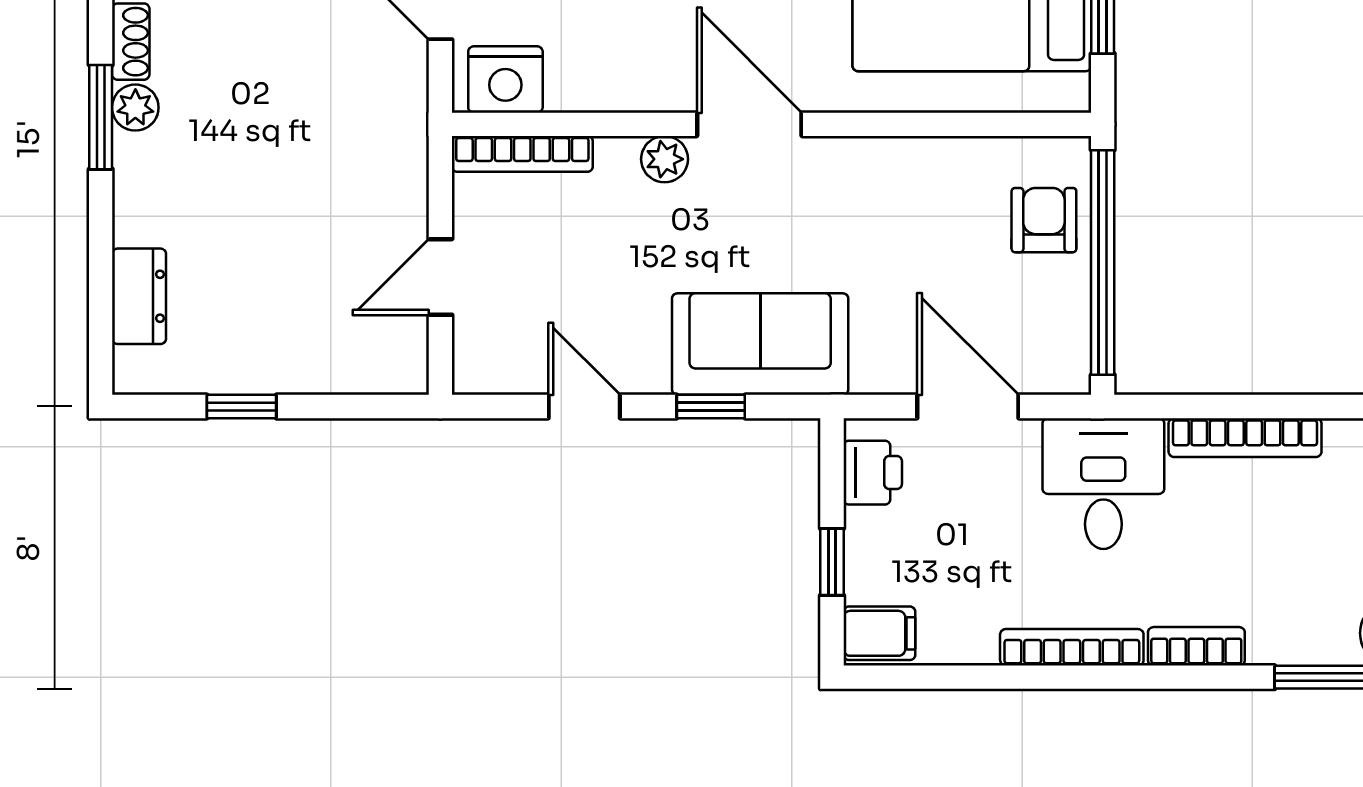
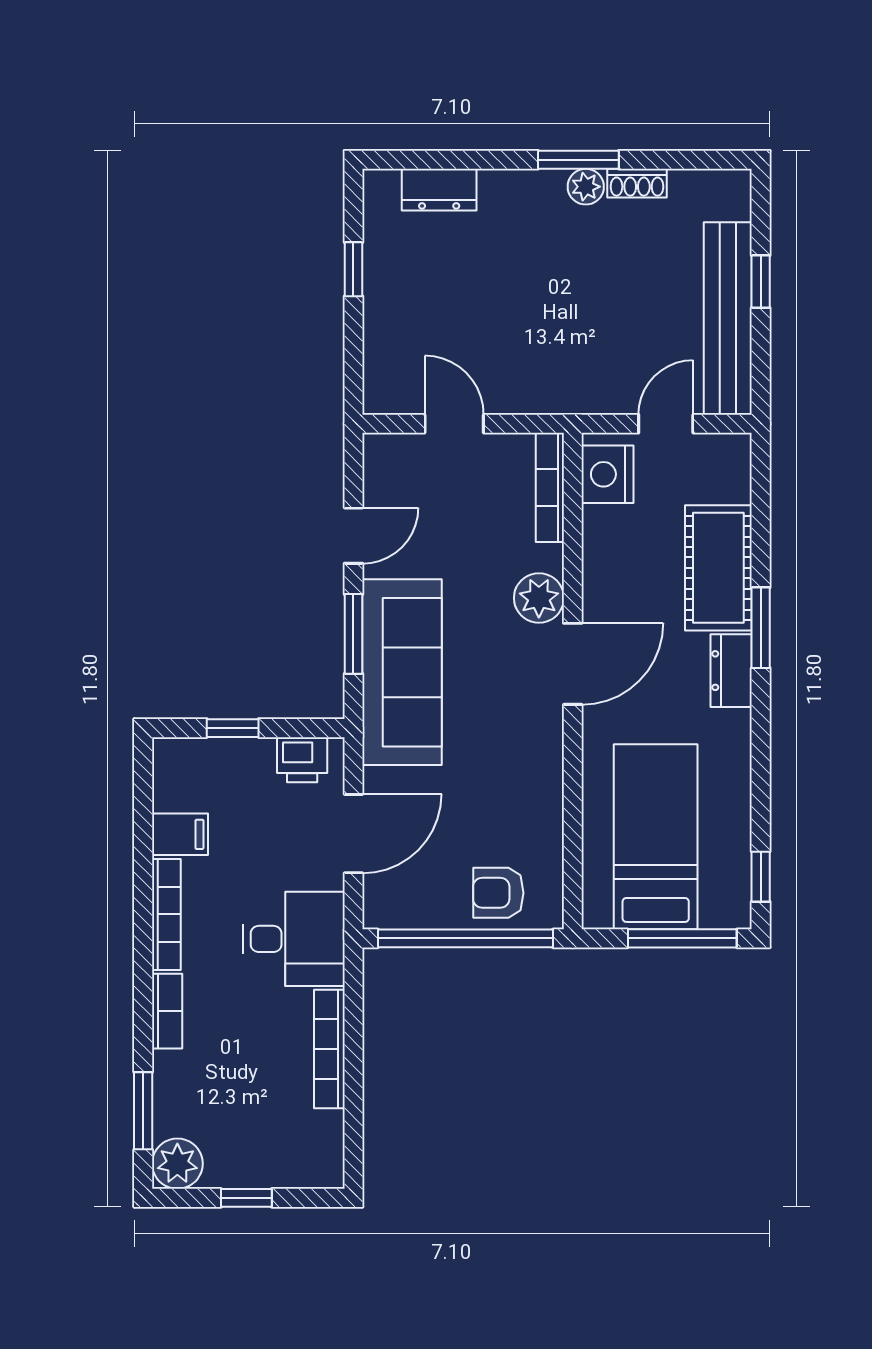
plant: (665, 159) -> (539, 598), width x1.38, depth x1.38
armchair: (1044, 220) -> (498, 893), turned 180
sofa: (760, 344) -> (402, 672), width x1.36
window: (711, 406) -> (353, 634), width x1.50
filing cabinet: (879, 633) -> (180, 834), moved, turned -90

